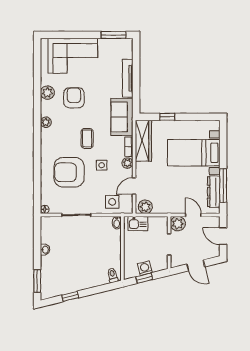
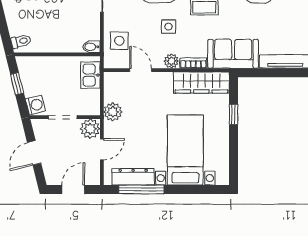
plant: (145, 207) -> (113, 112), moved
washing machine: (145, 268) -> (35, 105), moved

